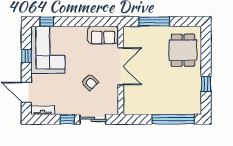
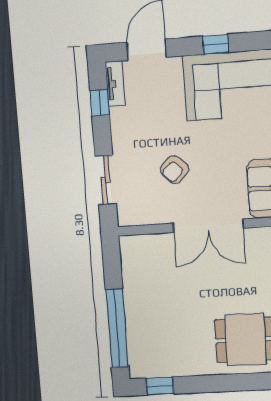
window: (206, 84) -> (160, 386), moved
window: (67, 119) -> (100, 103), moved

